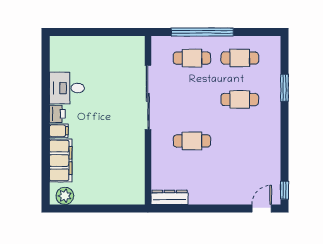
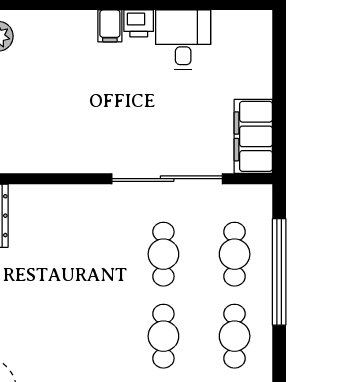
cafe table: (192, 141) -> (163, 254), moved
filing cabinet: (61, 160) -> (253, 136), moved, turned 90

